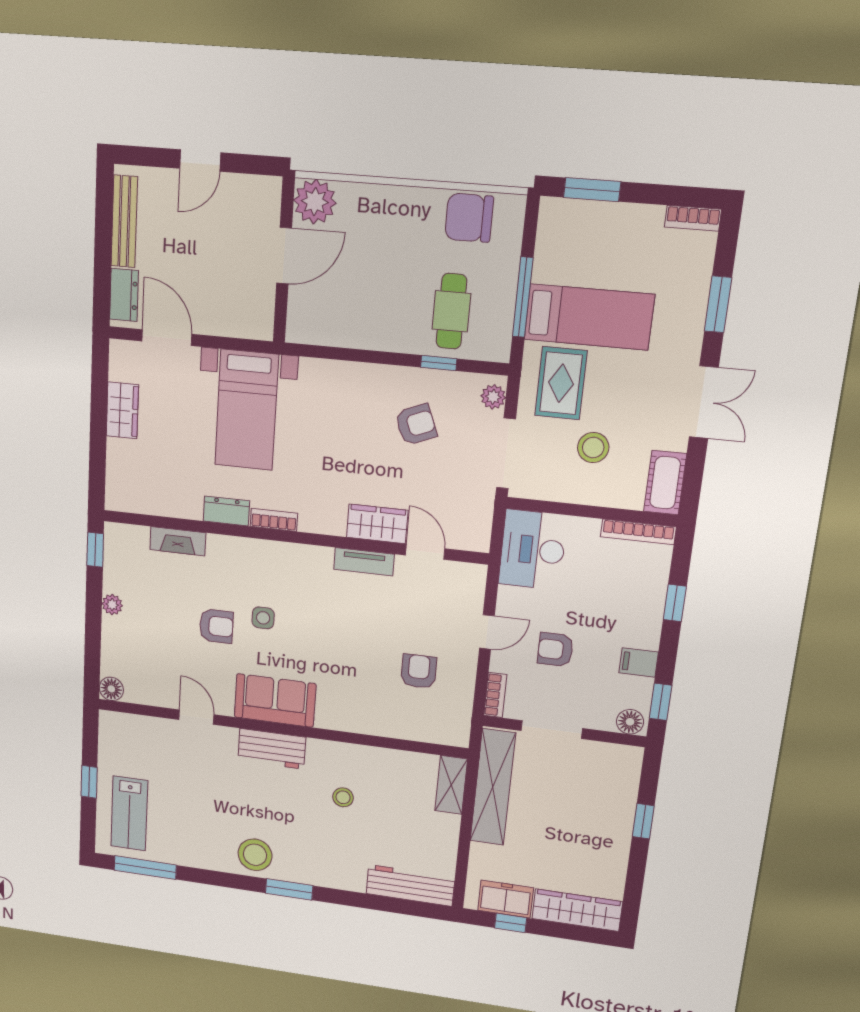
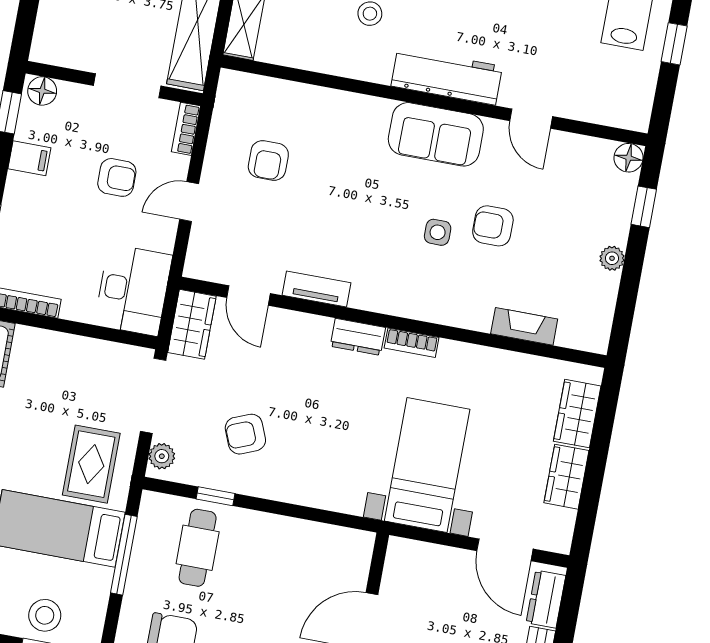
stool: (593, 448) -> (45, 615), moved
wardrobe: (121, 468) -> (577, 414), added
dresser: (226, 511) -> (358, 337), moved
wardrobe: (377, 524) -> (192, 324), moved, turned -90
window: (95, 550) -> (644, 207), moved
workbench: (272, 749) -> (447, 76), width x1.38

